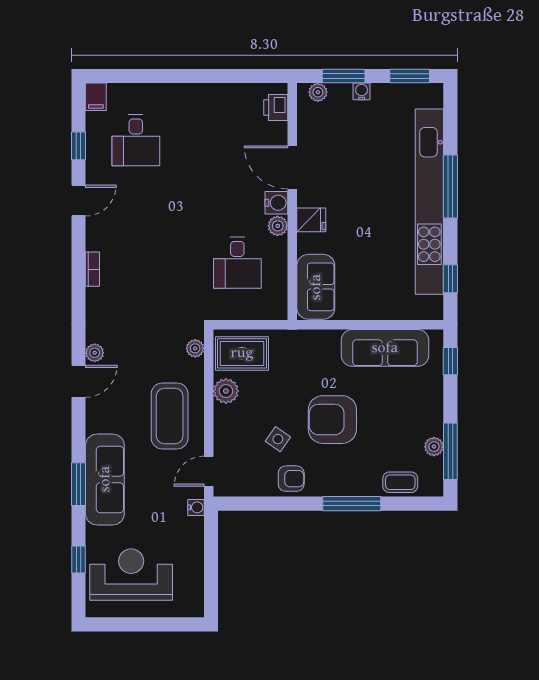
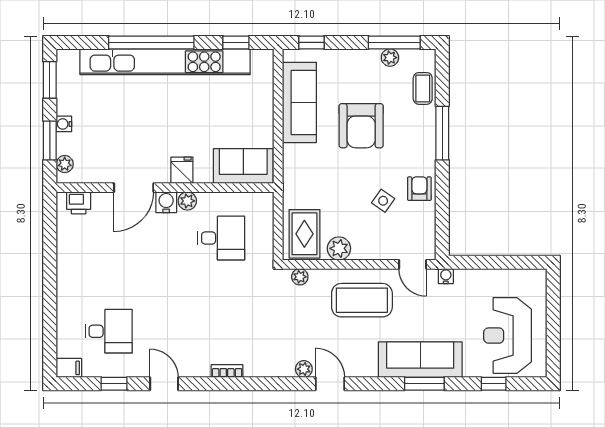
window: (450, 187) -> (151, 42), width x1.46
armchair: (332, 420) -> (361, 126), moved

